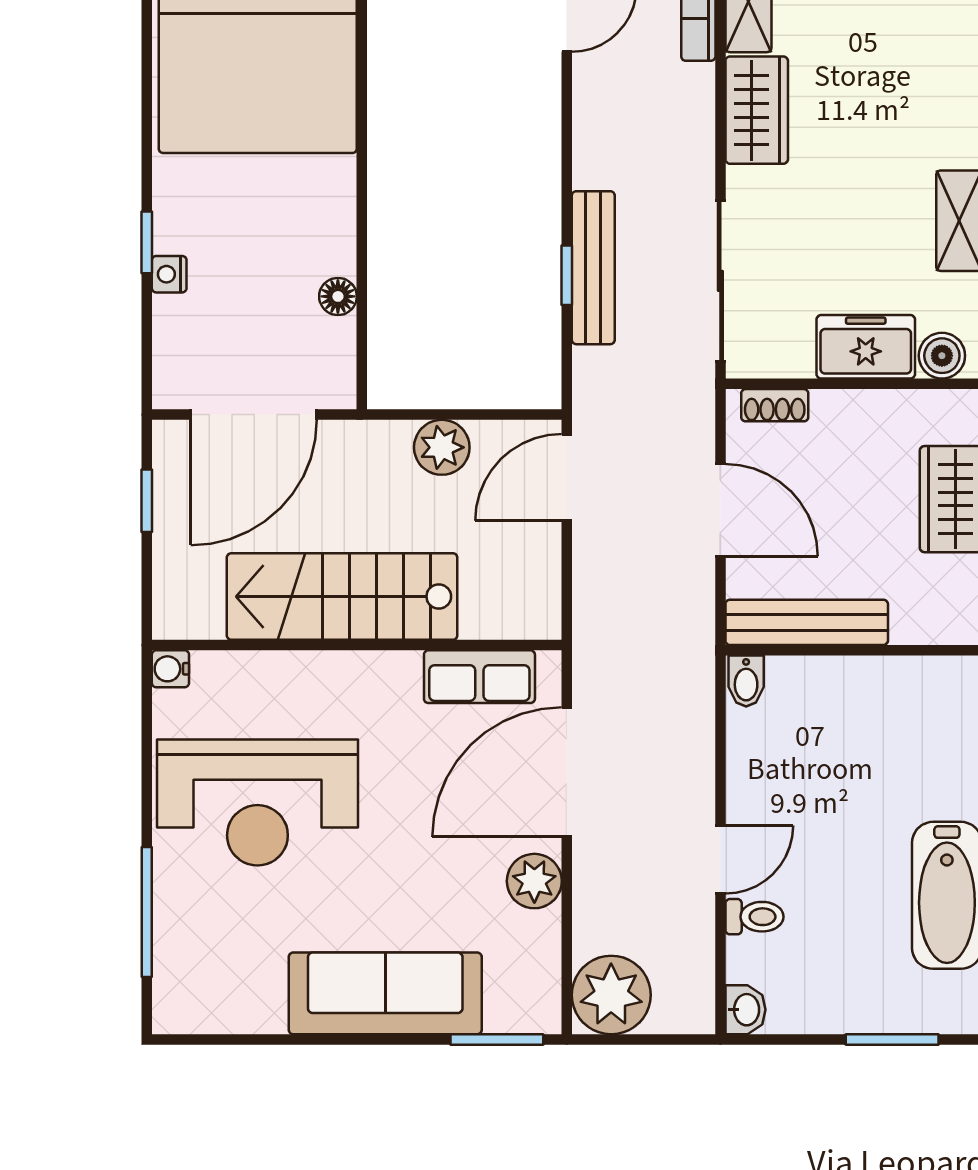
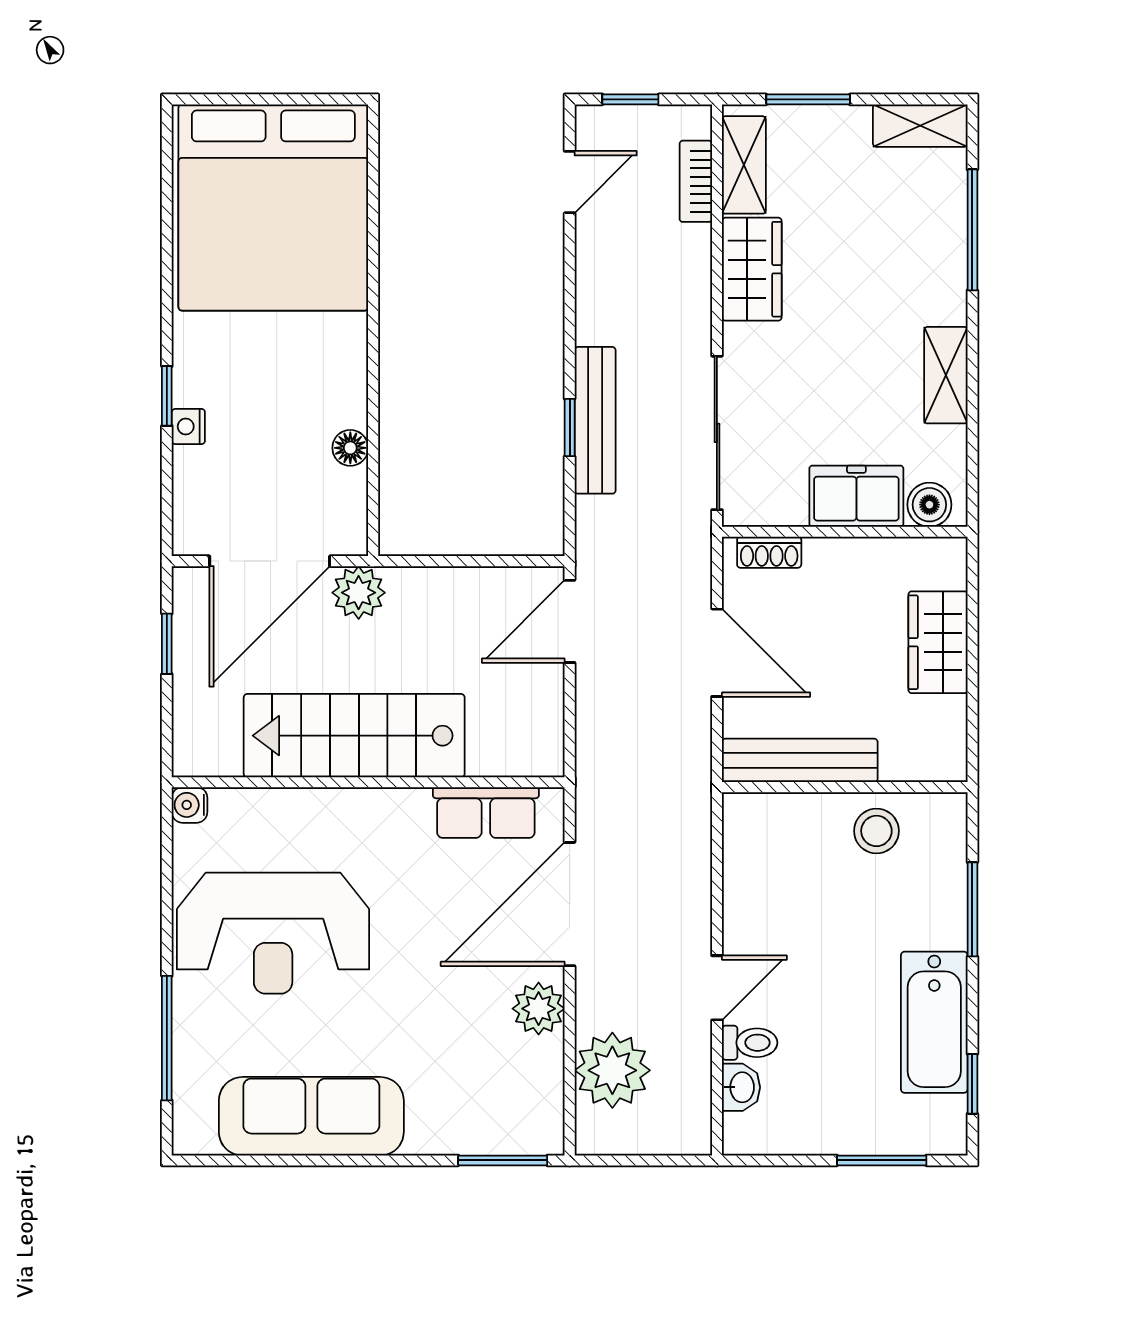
plant: (442, 447) -> (359, 593), moved
bidet: (746, 681) -> (742, 817), removed
stool: (887, 696) -> (876, 831), added
sofa: (385, 993) -> (311, 1116), moved
plant: (611, 995) -> (612, 1070), moved
washbasin: (745, 1010) -> (741, 1087), moved

